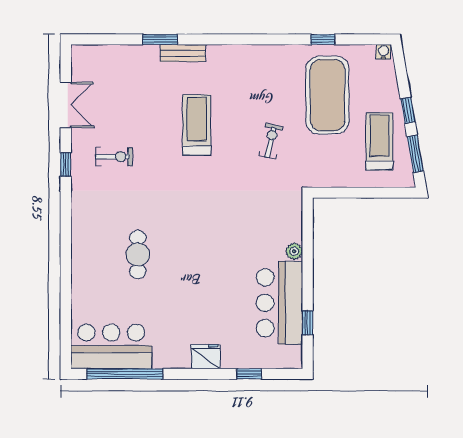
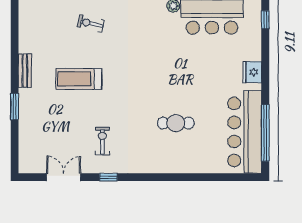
bench: (183, 53) -> (25, 71), moved
bar counter: (111, 346) -> (245, 132), width x1.36
window: (249, 374) -> (265, 20), moved

